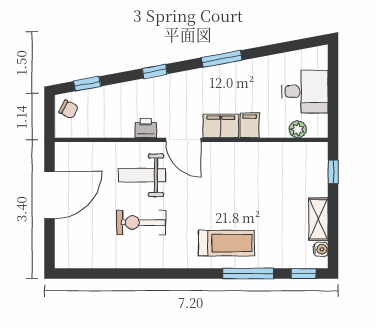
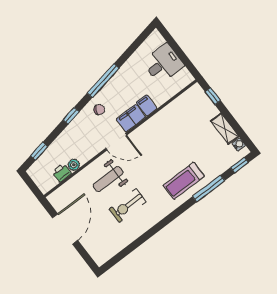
window: (222, 59) -> (103, 81), width x1.44
chair: (69, 109) -> (99, 110), moved
printer: (146, 128) -> (62, 173), moved
plant: (298, 129) -> (74, 165), moved
treadmill: (226, 243) -> (184, 181), turned 180

